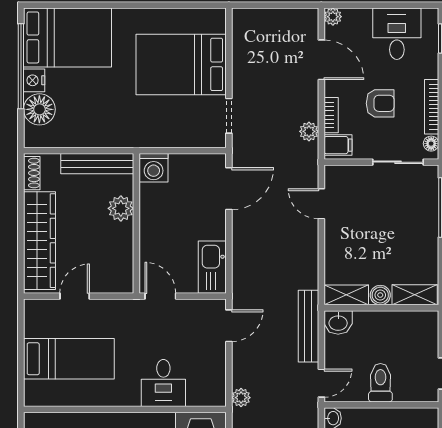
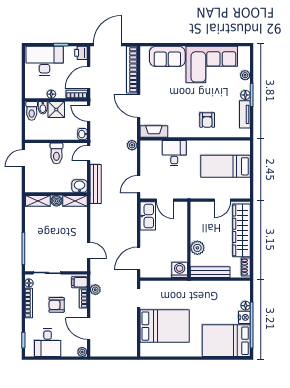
floor lamp: (39, 109) -> (246, 306), width x0.53, depth x0.53
door: (160, 296) -> (165, 200), moved

